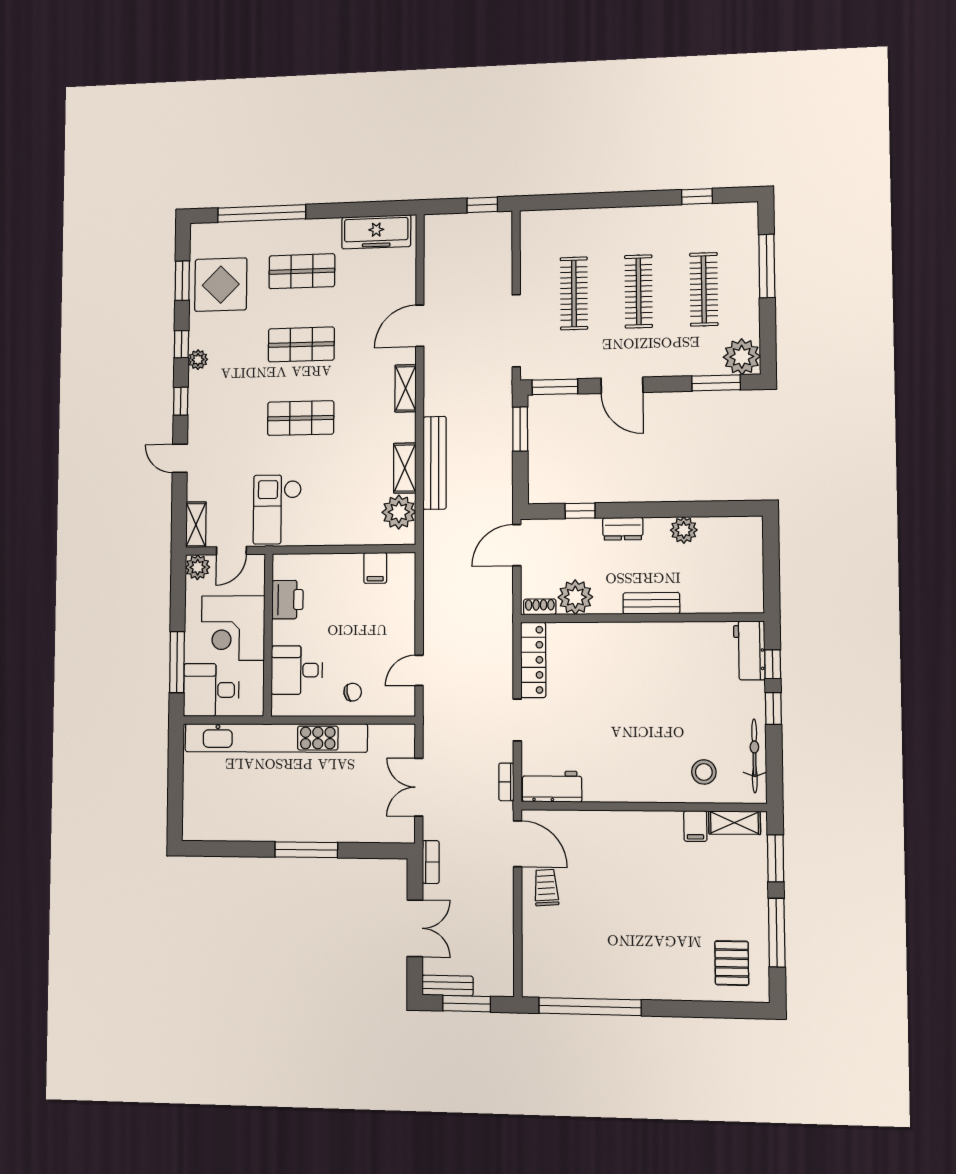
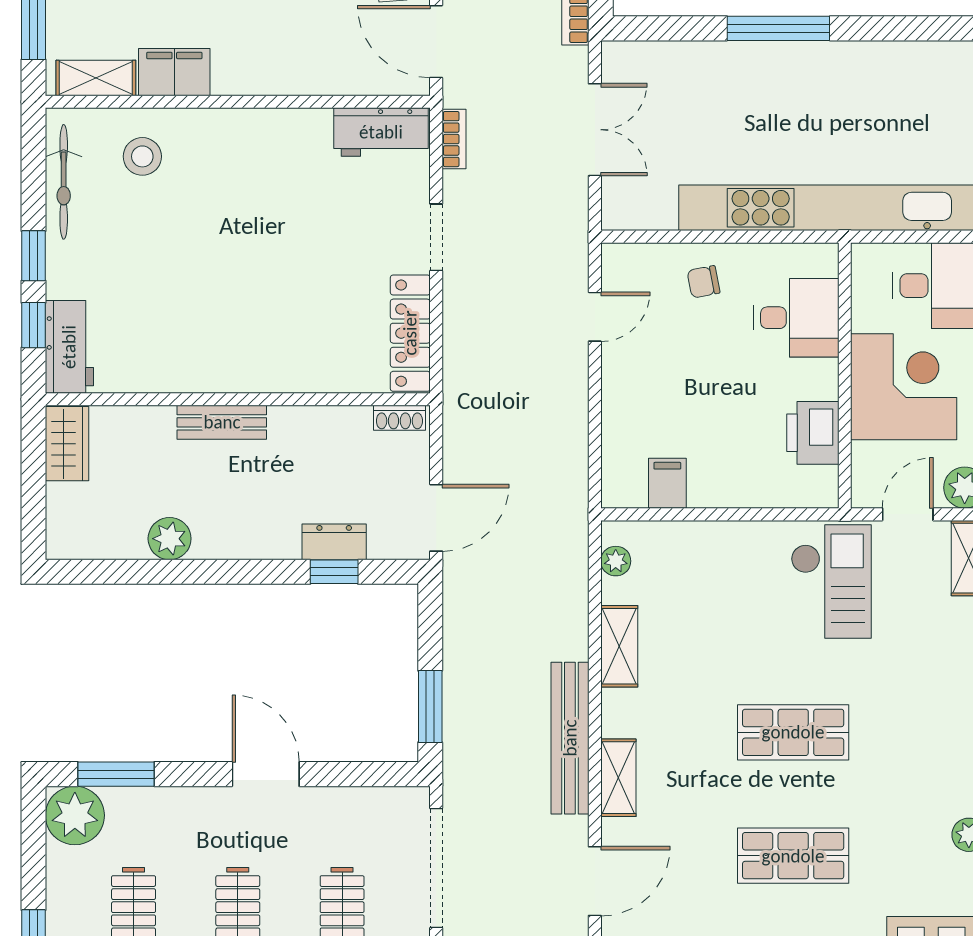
window: (555, 387) -> (374, 774), removed
bench: (435, 463) -> (570, 738), moved
plant: (399, 512) -> (616, 561), width x0.53, depth x0.53
dresser: (623, 529) -> (334, 542), moved
wardrobe: (750, 589) -> (67, 444), added
plant: (575, 597) -> (342, 433), removed
filing cabinet: (695, 826) -> (174, 72), width x2.00

